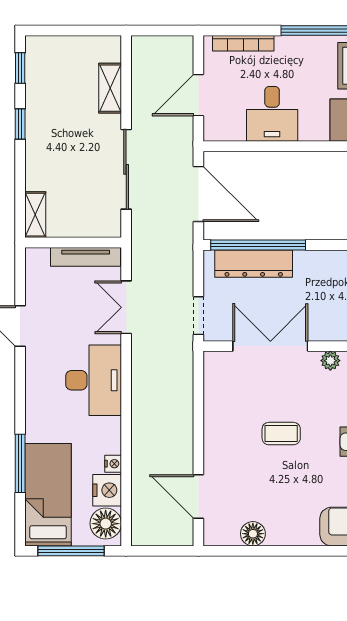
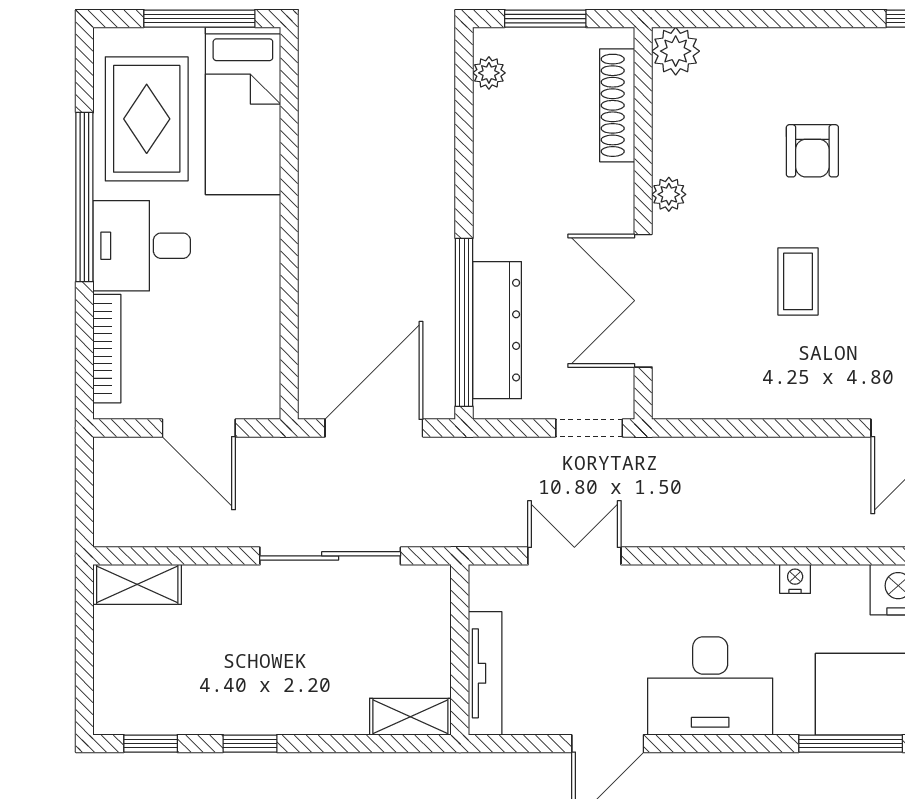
shelving: (110, 88) -> (137, 584), moved
desk: (272, 114) -> (142, 246), moved, turned 180
tv unit: (86, 257) -> (485, 673), moved
double door: (126, 307) -> (574, 556), swing flipped
desk: (94, 380) -> (710, 686), moved, turned 180
nightstand: (113, 464) -> (795, 579), moved

